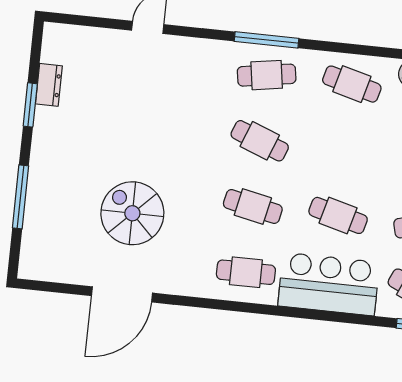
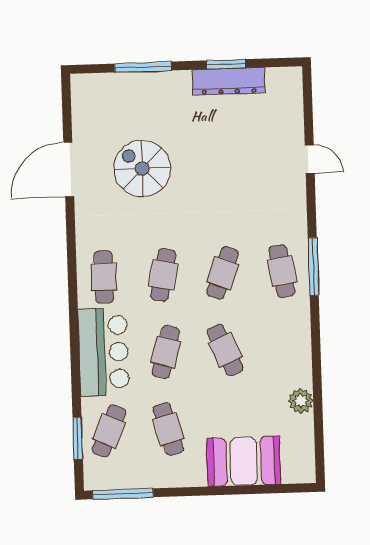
cafe table: (352, 84) -> (225, 350), moved, turned -39
dresser: (49, 85) -> (229, 81), width x1.96, depth x1.24
spiral stairs: (132, 213) -> (142, 169), turned -90
door: (122, 294) -> (69, 169), hinge flipped

